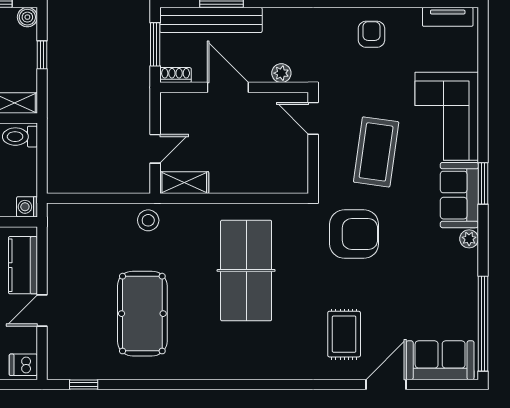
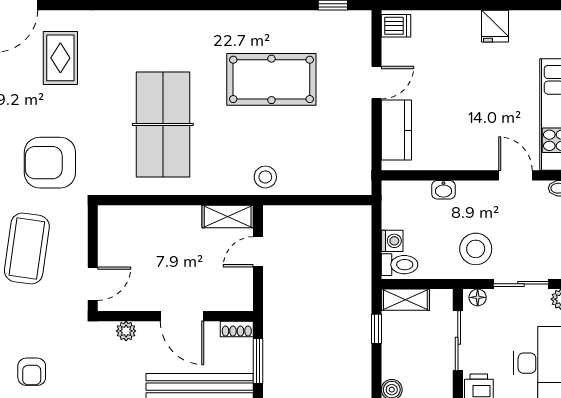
window: (42, 55) -> (376, 329), moved
door: (313, 118) -> (93, 284), hinge flipped
washing machine: (27, 207) -> (392, 241), moved
pool table: (142, 314) -> (271, 79), turned 90

